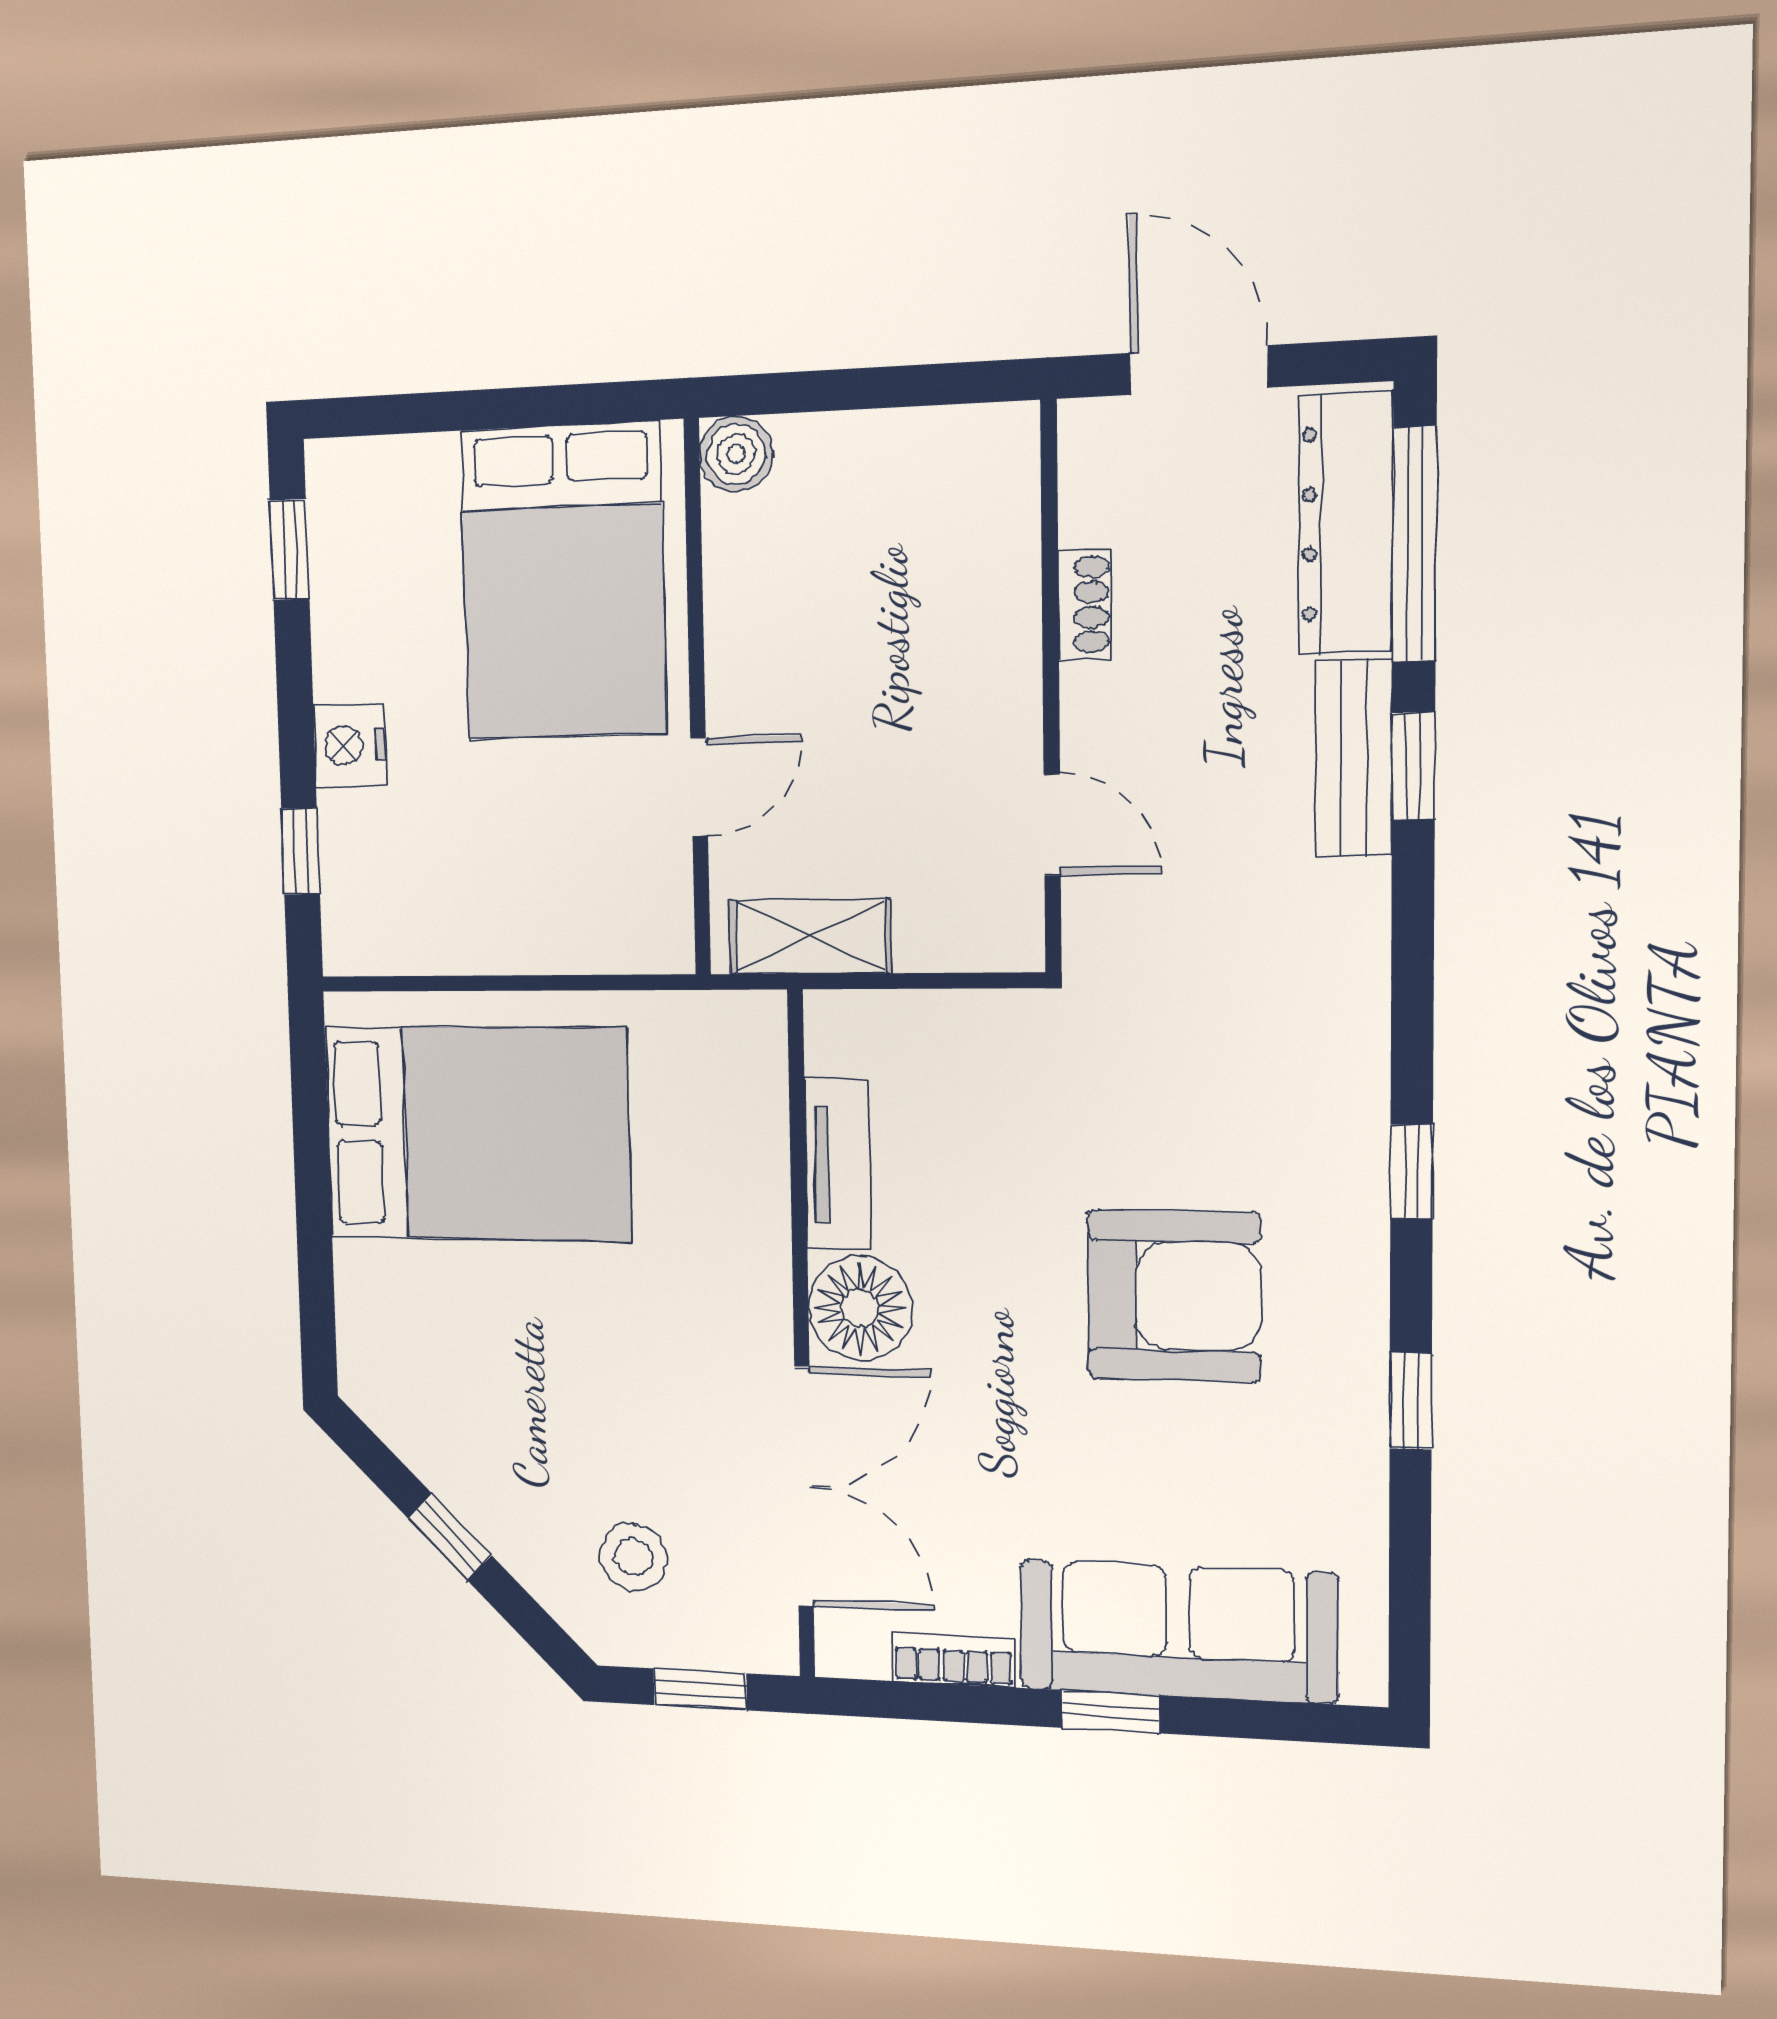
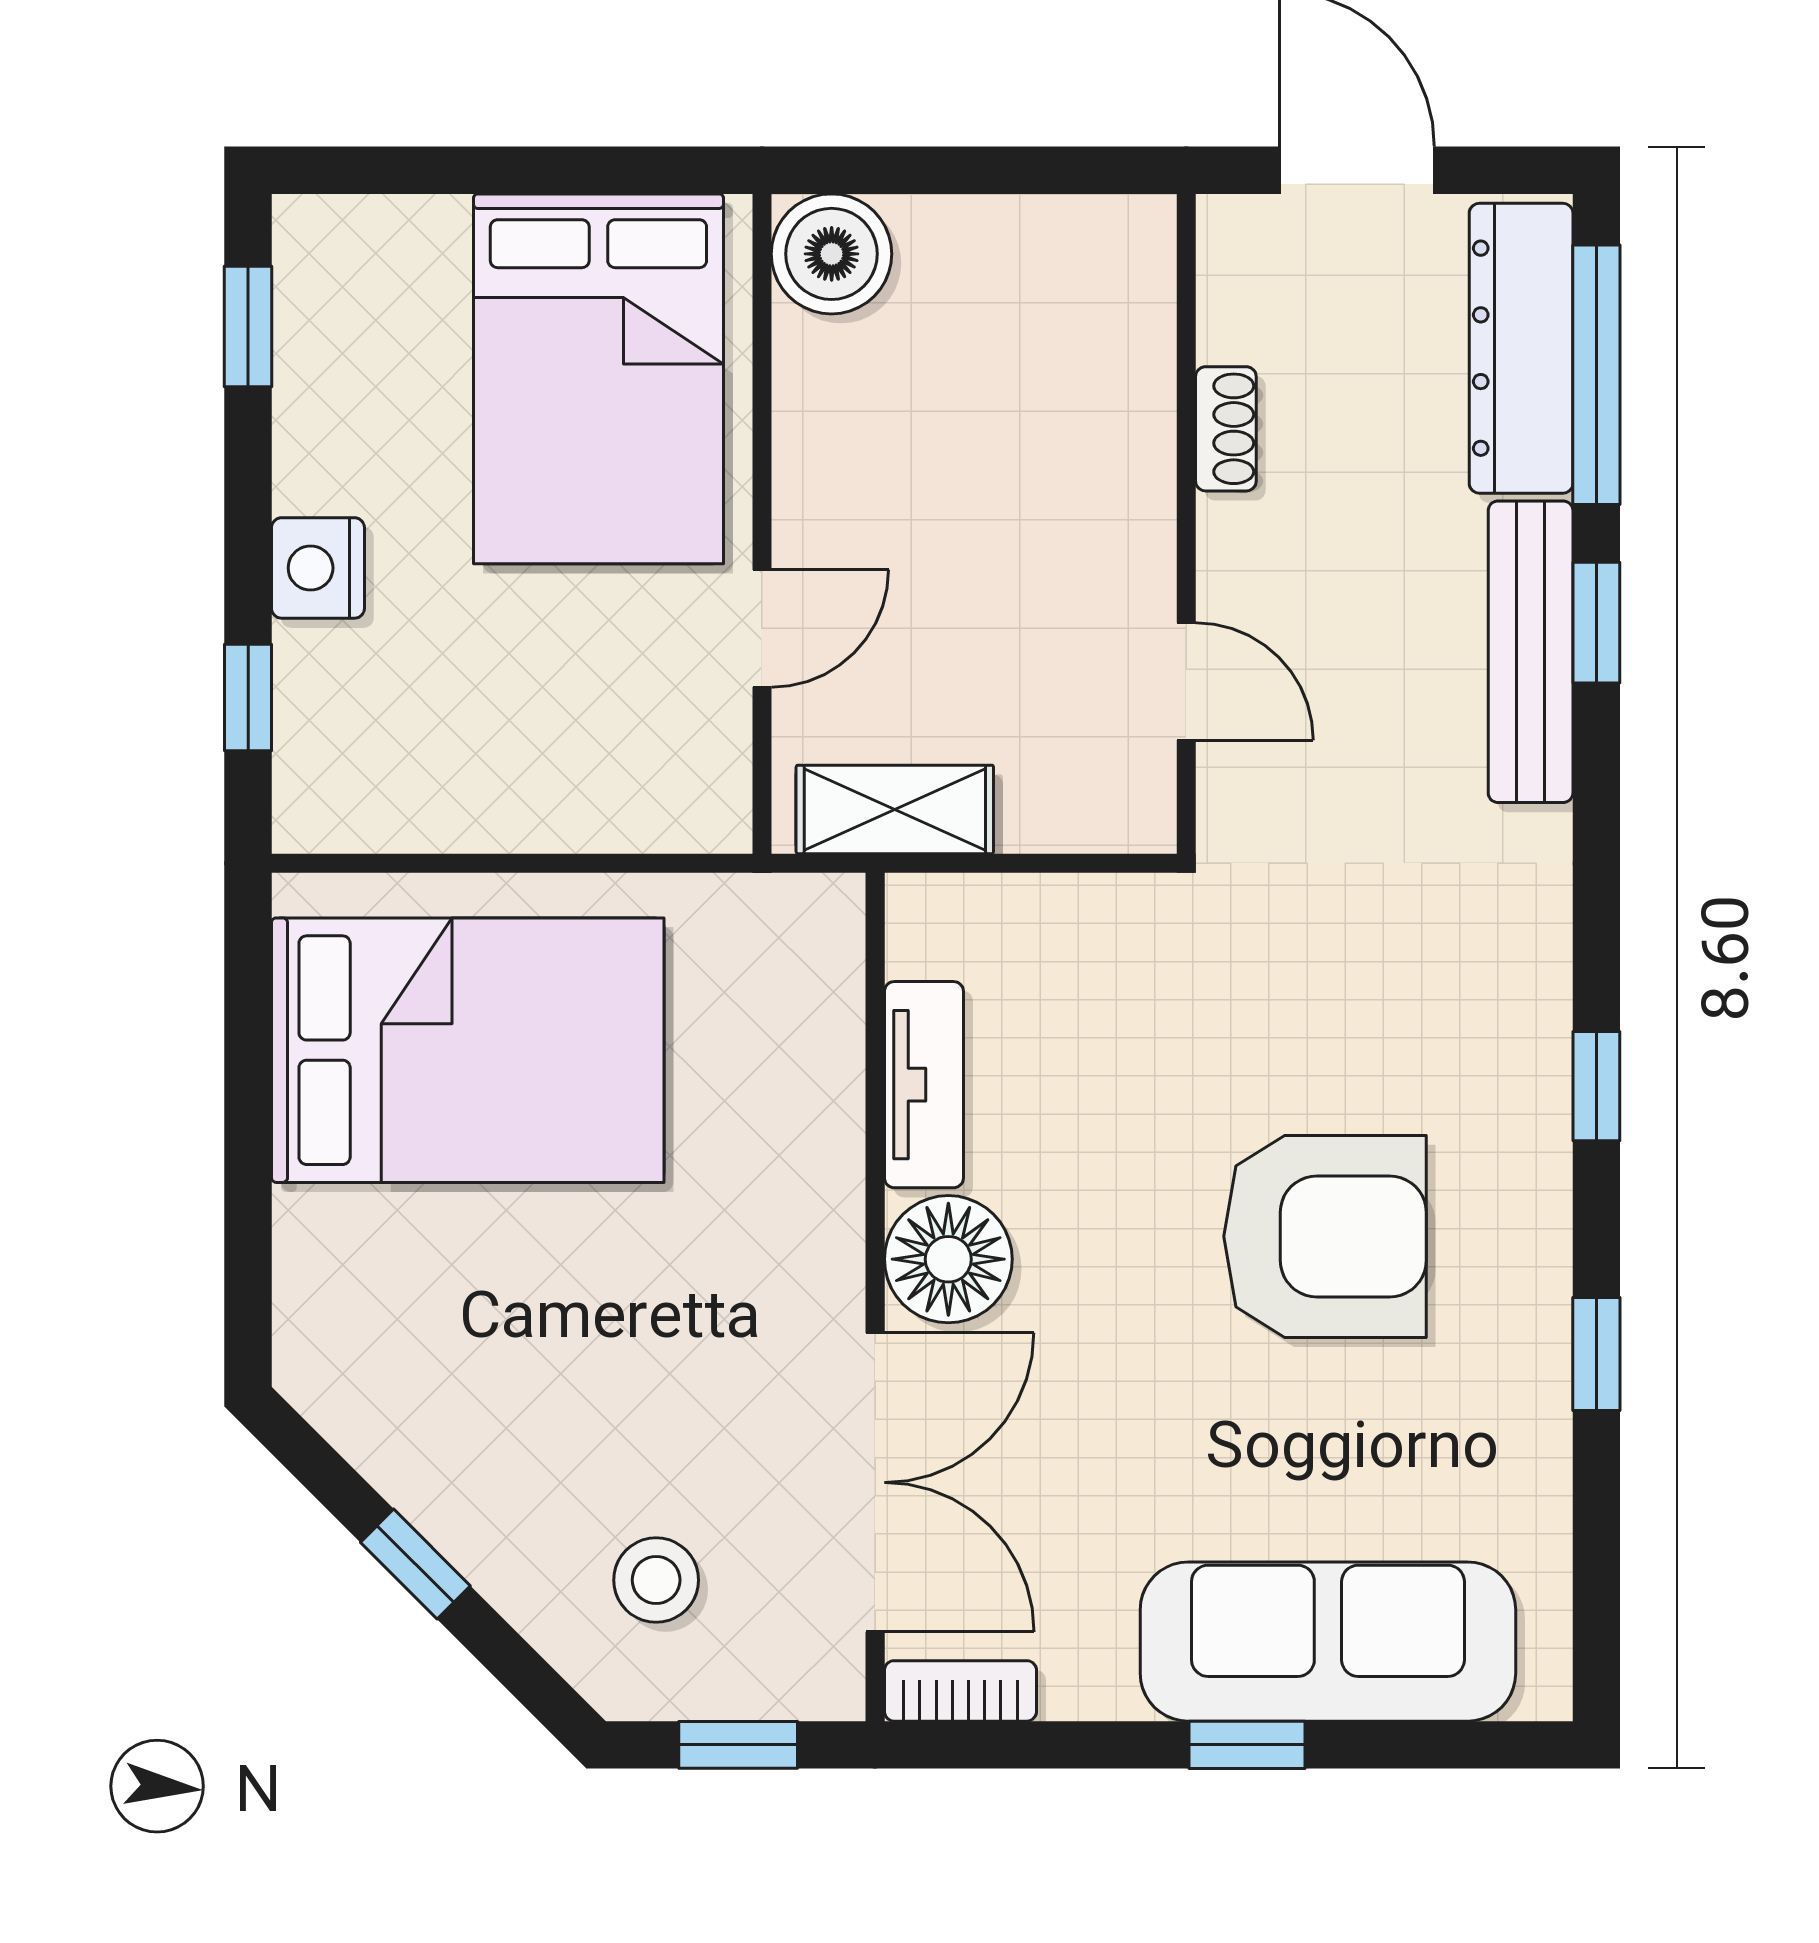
boiler: (736, 454) -> (832, 254), width x1.36, depth x1.36
bench: (1354, 758) -> (1531, 652), width x1.36
bookcase: (953, 1660) -> (960, 1691), moved

